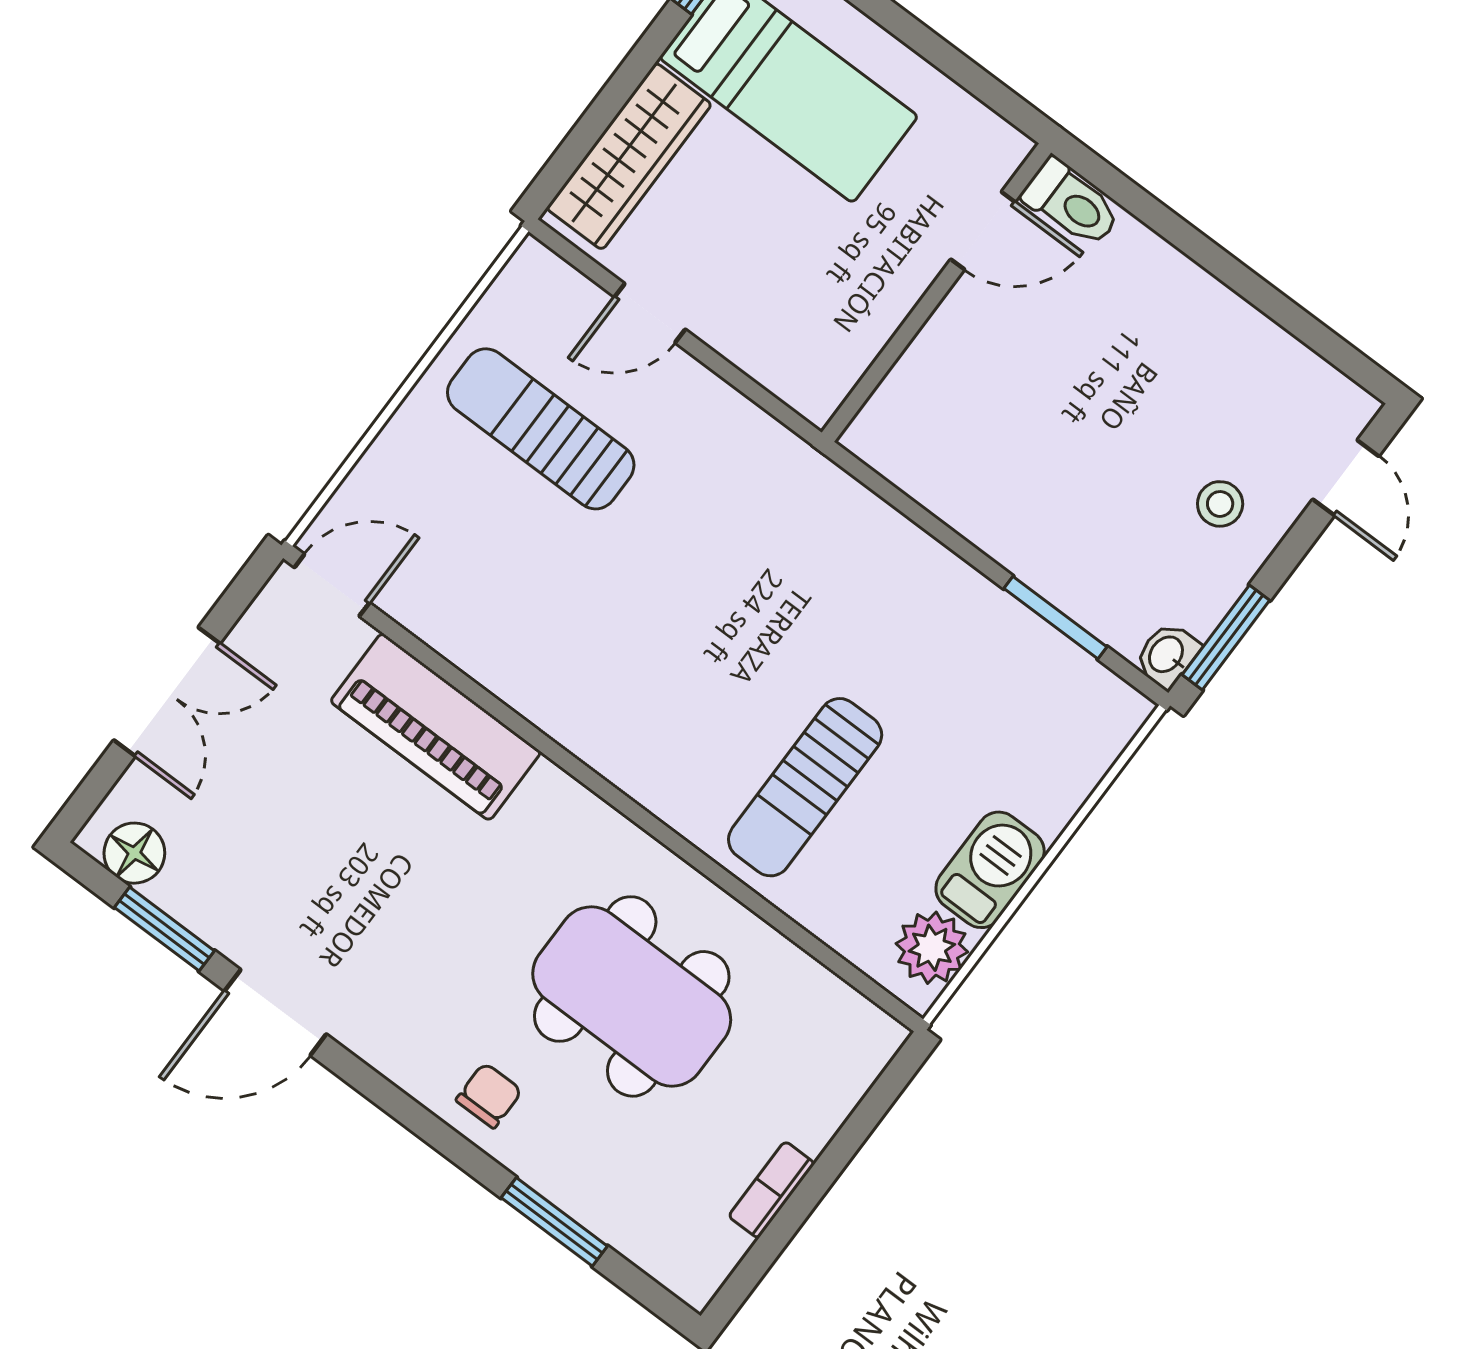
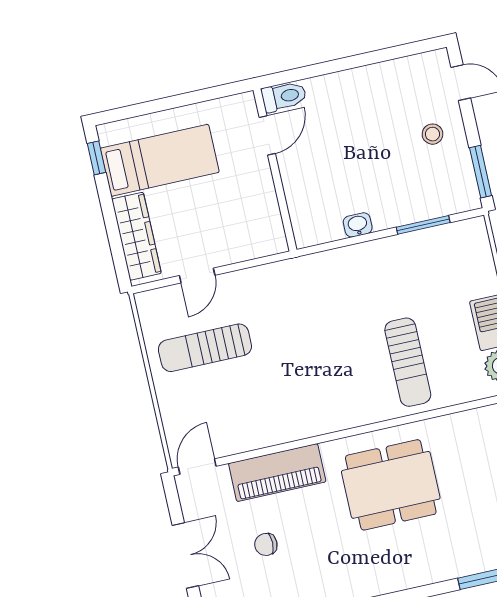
washbasin: (1167, 655) -> (358, 225), moved, turned 90
dining table: (632, 996) -> (391, 485), moved
chair: (489, 1095) -> (266, 544), moved, turned -90

